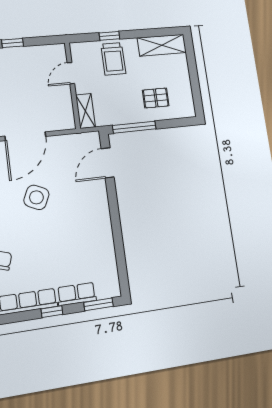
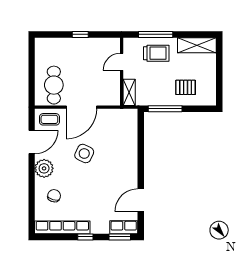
window: (109, 36) -> (156, 34), width x2.17
trolley: (113, 59) -> (156, 53), turned -90
door: (108, 163) -> (141, 200), moved
row of seats: (77, 294) -> (124, 227), moved

